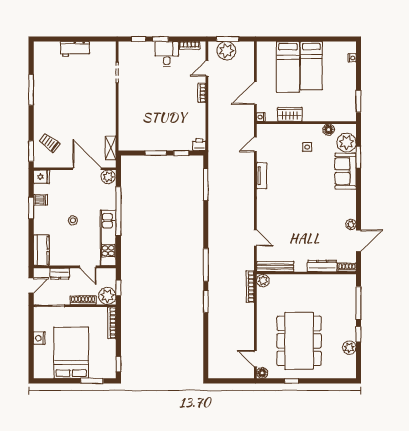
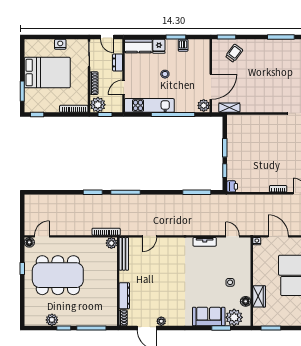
wardrobe: (290, 114) -> (259, 296), moved
fridge: (42, 177) -> (159, 46), moved

